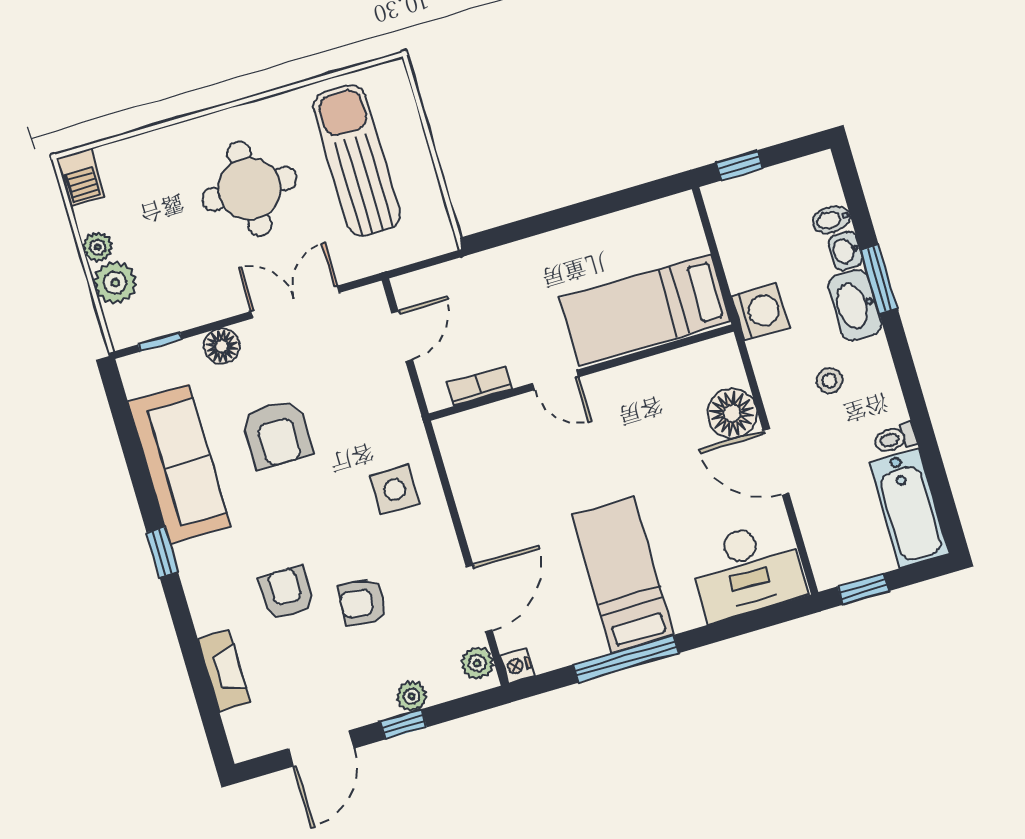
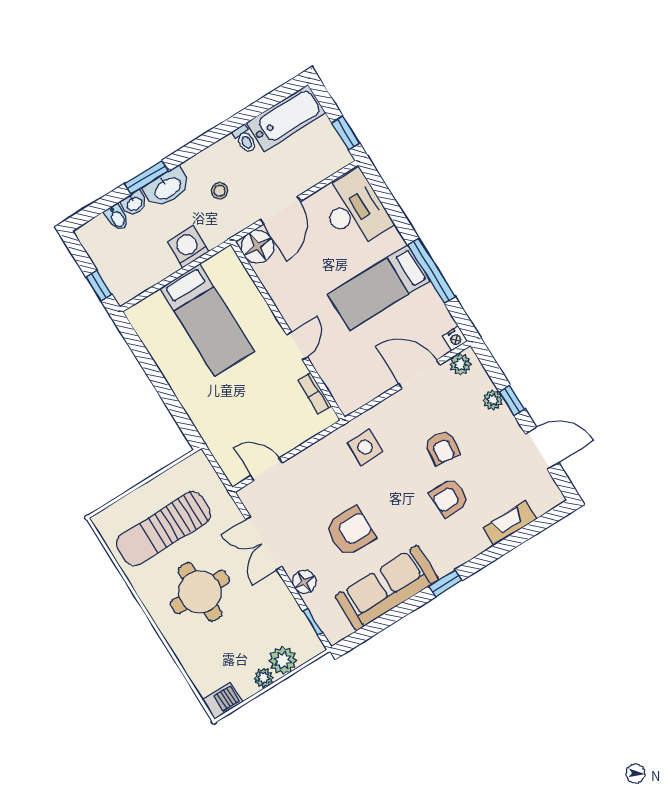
wall: (581, 372) -> (288, 331), moved
door: (555, 380) -> (297, 346), moved
bookcase: (479, 386) -> (314, 393), moved

